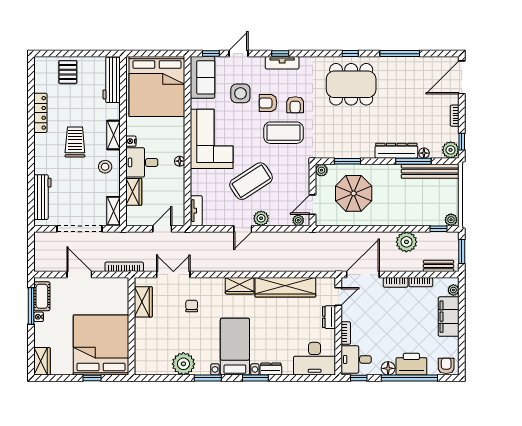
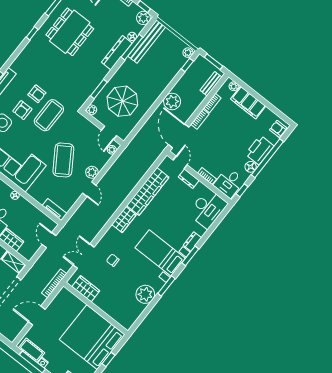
dining table: (351, 84) -> (70, 32), moved
plant: (406, 242) -> (172, 102), moved

